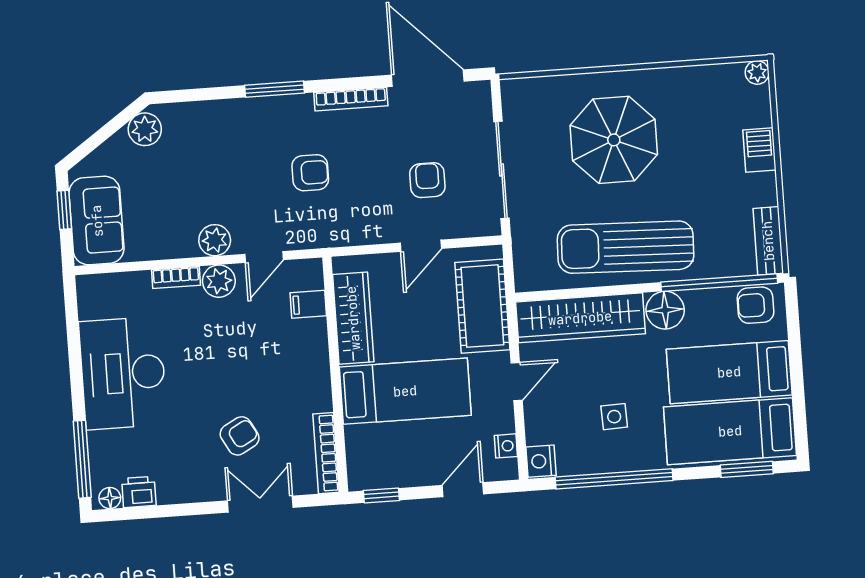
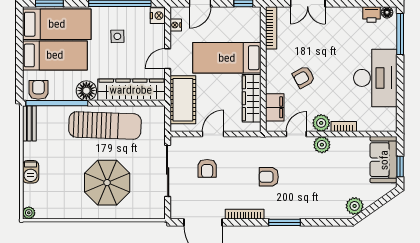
filing cabinet: (308, 304) -> (275, 107), width x2.00
armchair: (756, 305) -> (38, 90), turned -90
armchair: (240, 436) -> (304, 77), moved

